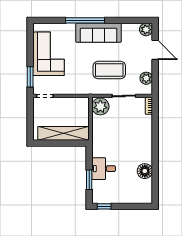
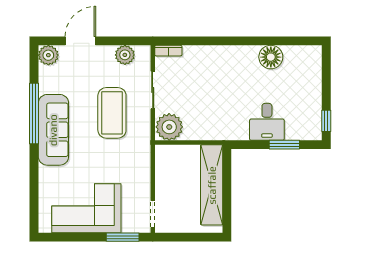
window: (85, 20) -> (34, 113), moved

